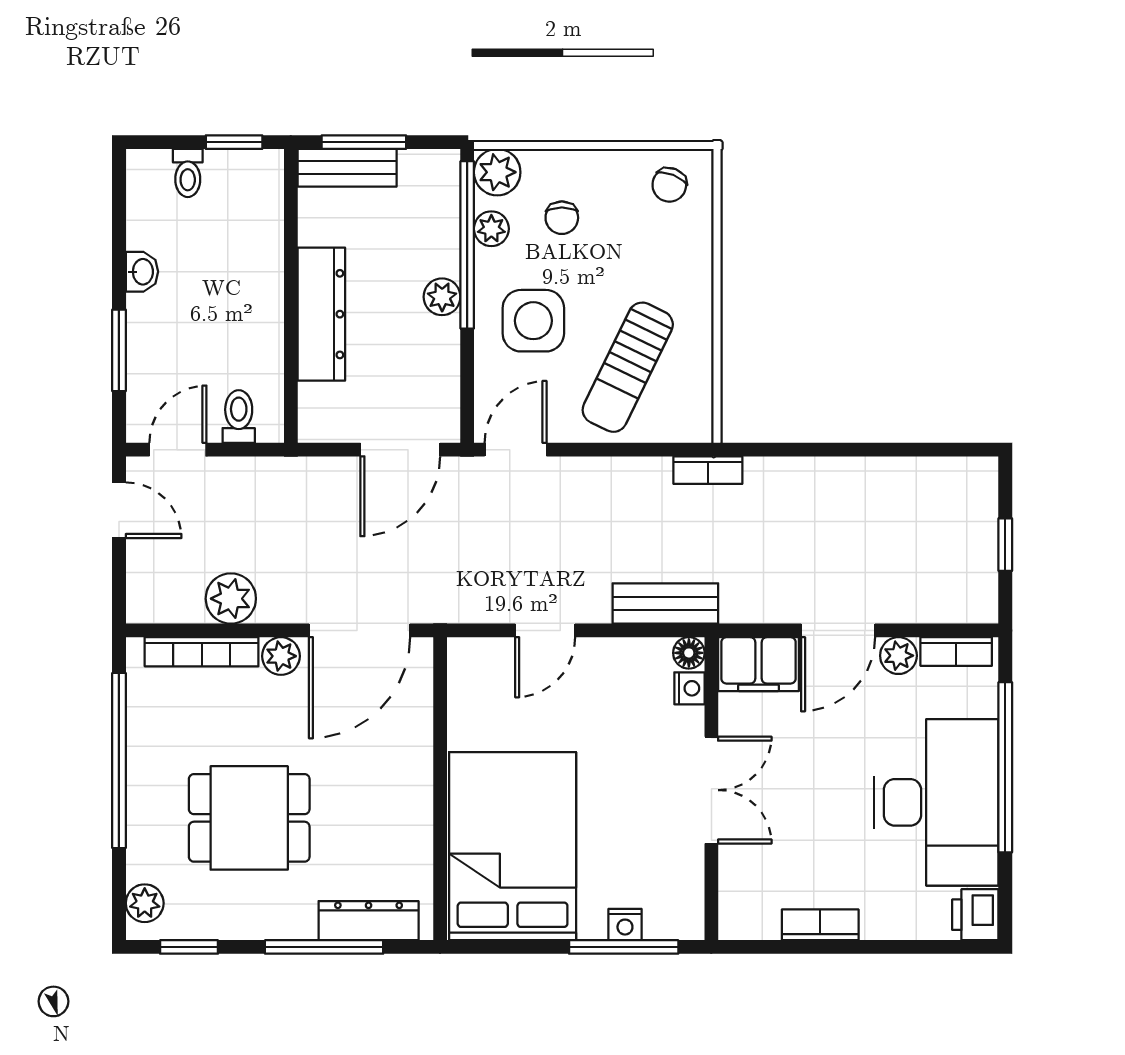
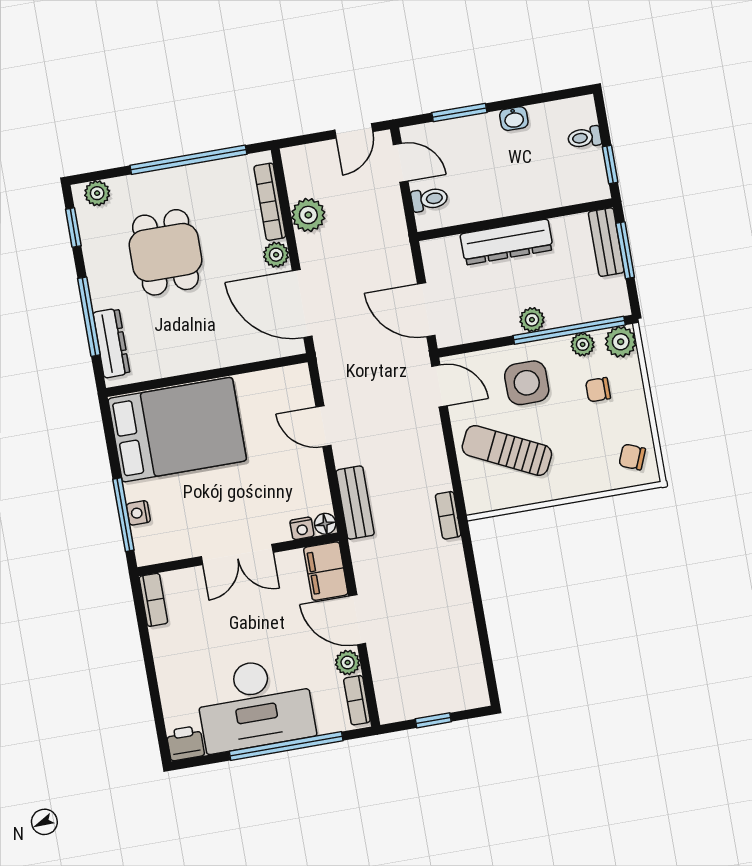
bookcase: (820, 925) -> (153, 600), moved

